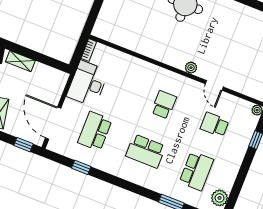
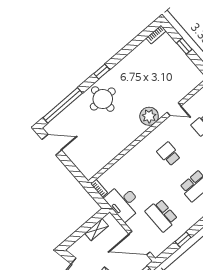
shelving: (20, 61) -> (97, 230), moved
plant: (191, 68) -> (149, 116), width x1.88, depth x1.88

